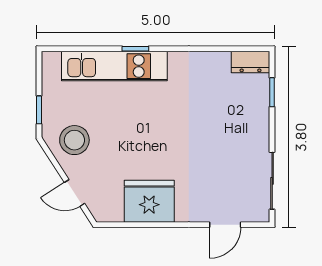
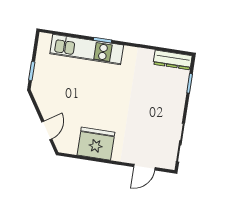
dresser: (251, 62) -> (173, 60), width x1.44
stool: (74, 140) -> (52, 95), removed
door: (75, 193) -> (47, 130), swing flipped

